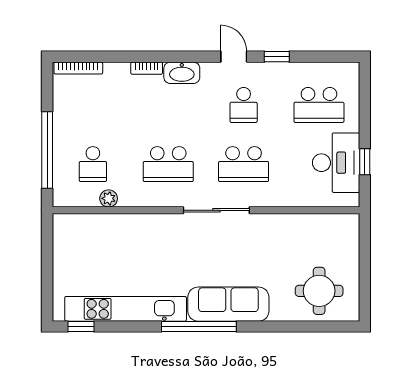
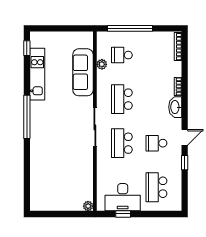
plant: (351, 222) -> (88, 206), added
round table: (319, 291) -> (48, 187), removed
sofa: (228, 304) -> (83, 72), moved, turned 180
kitchen unit: (126, 309) -> (37, 74), width x0.73

